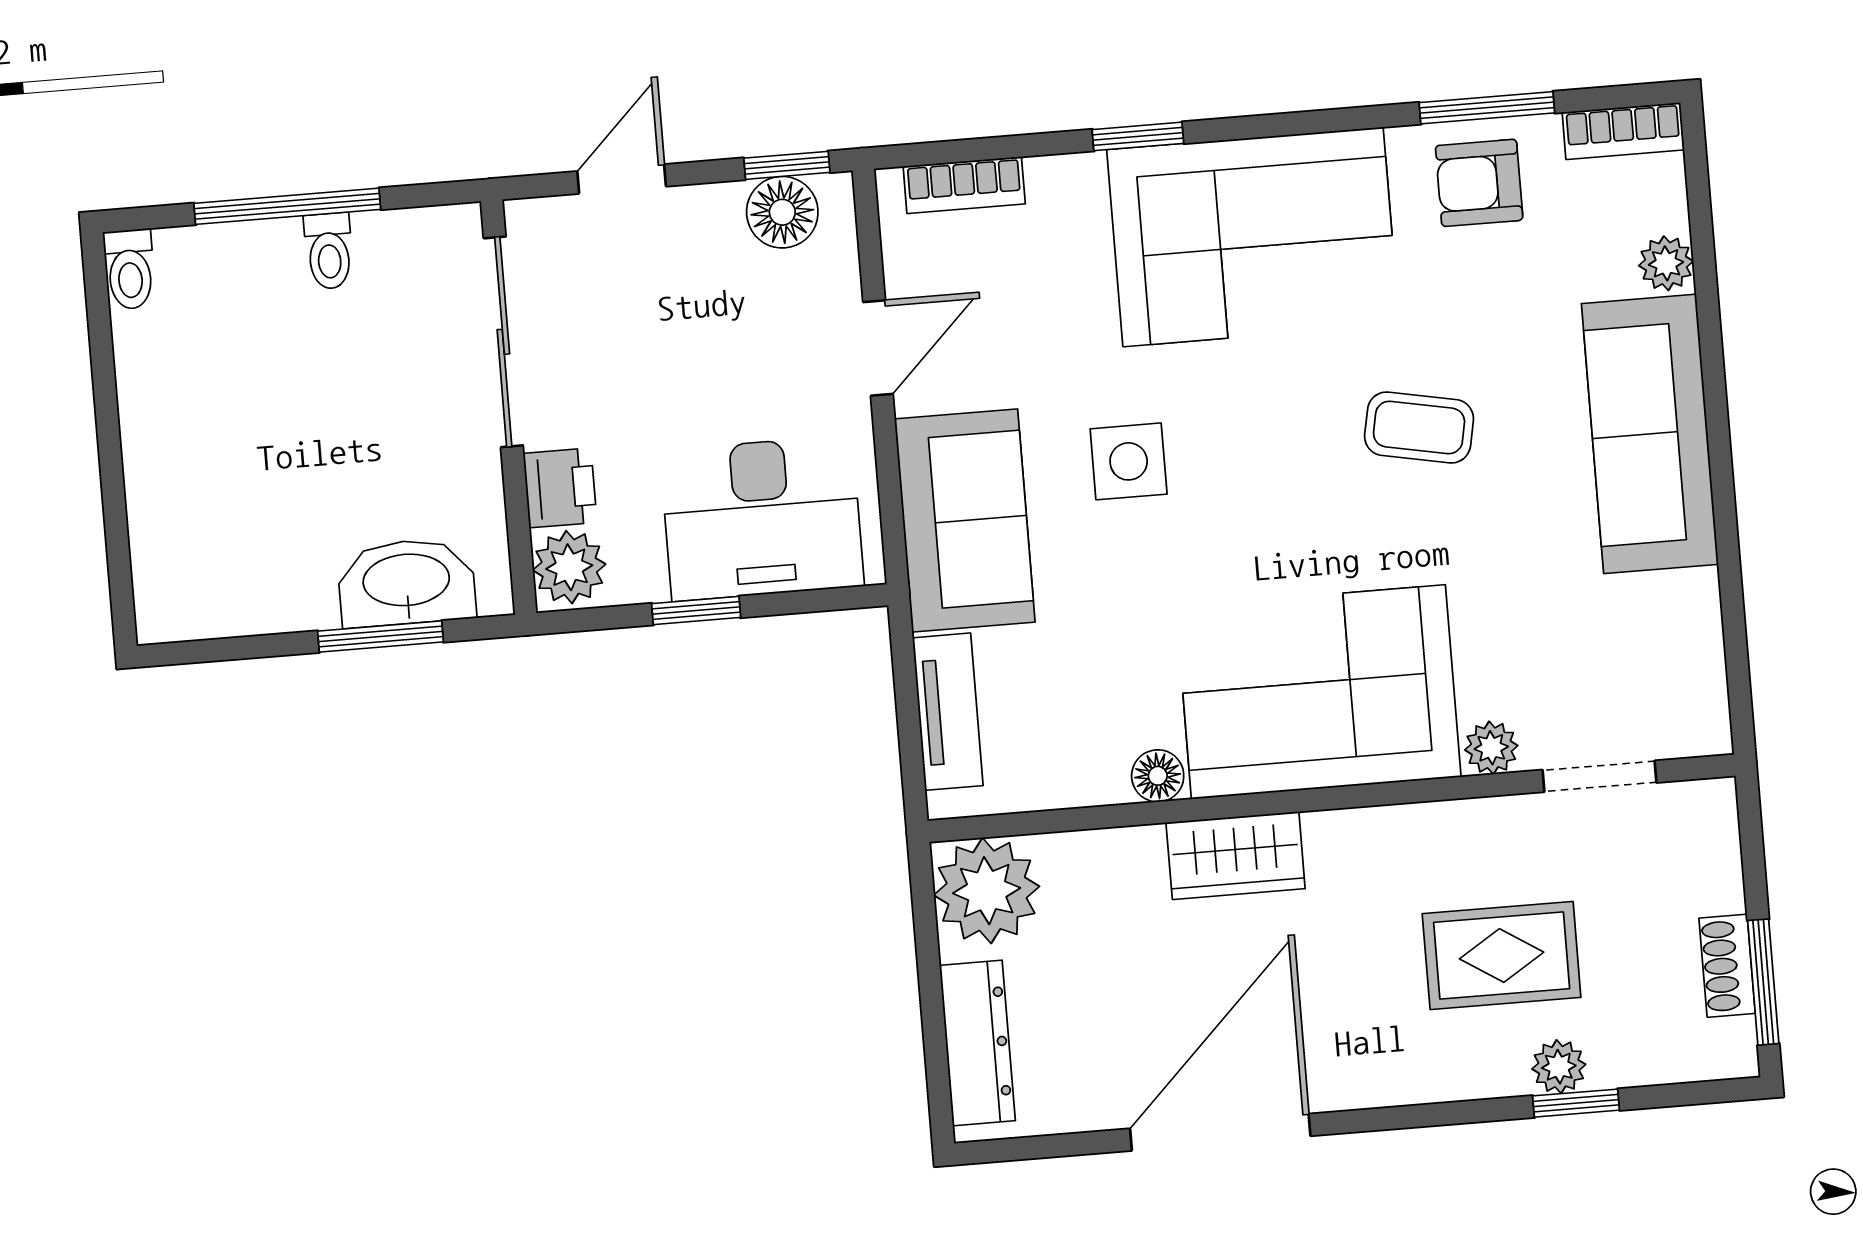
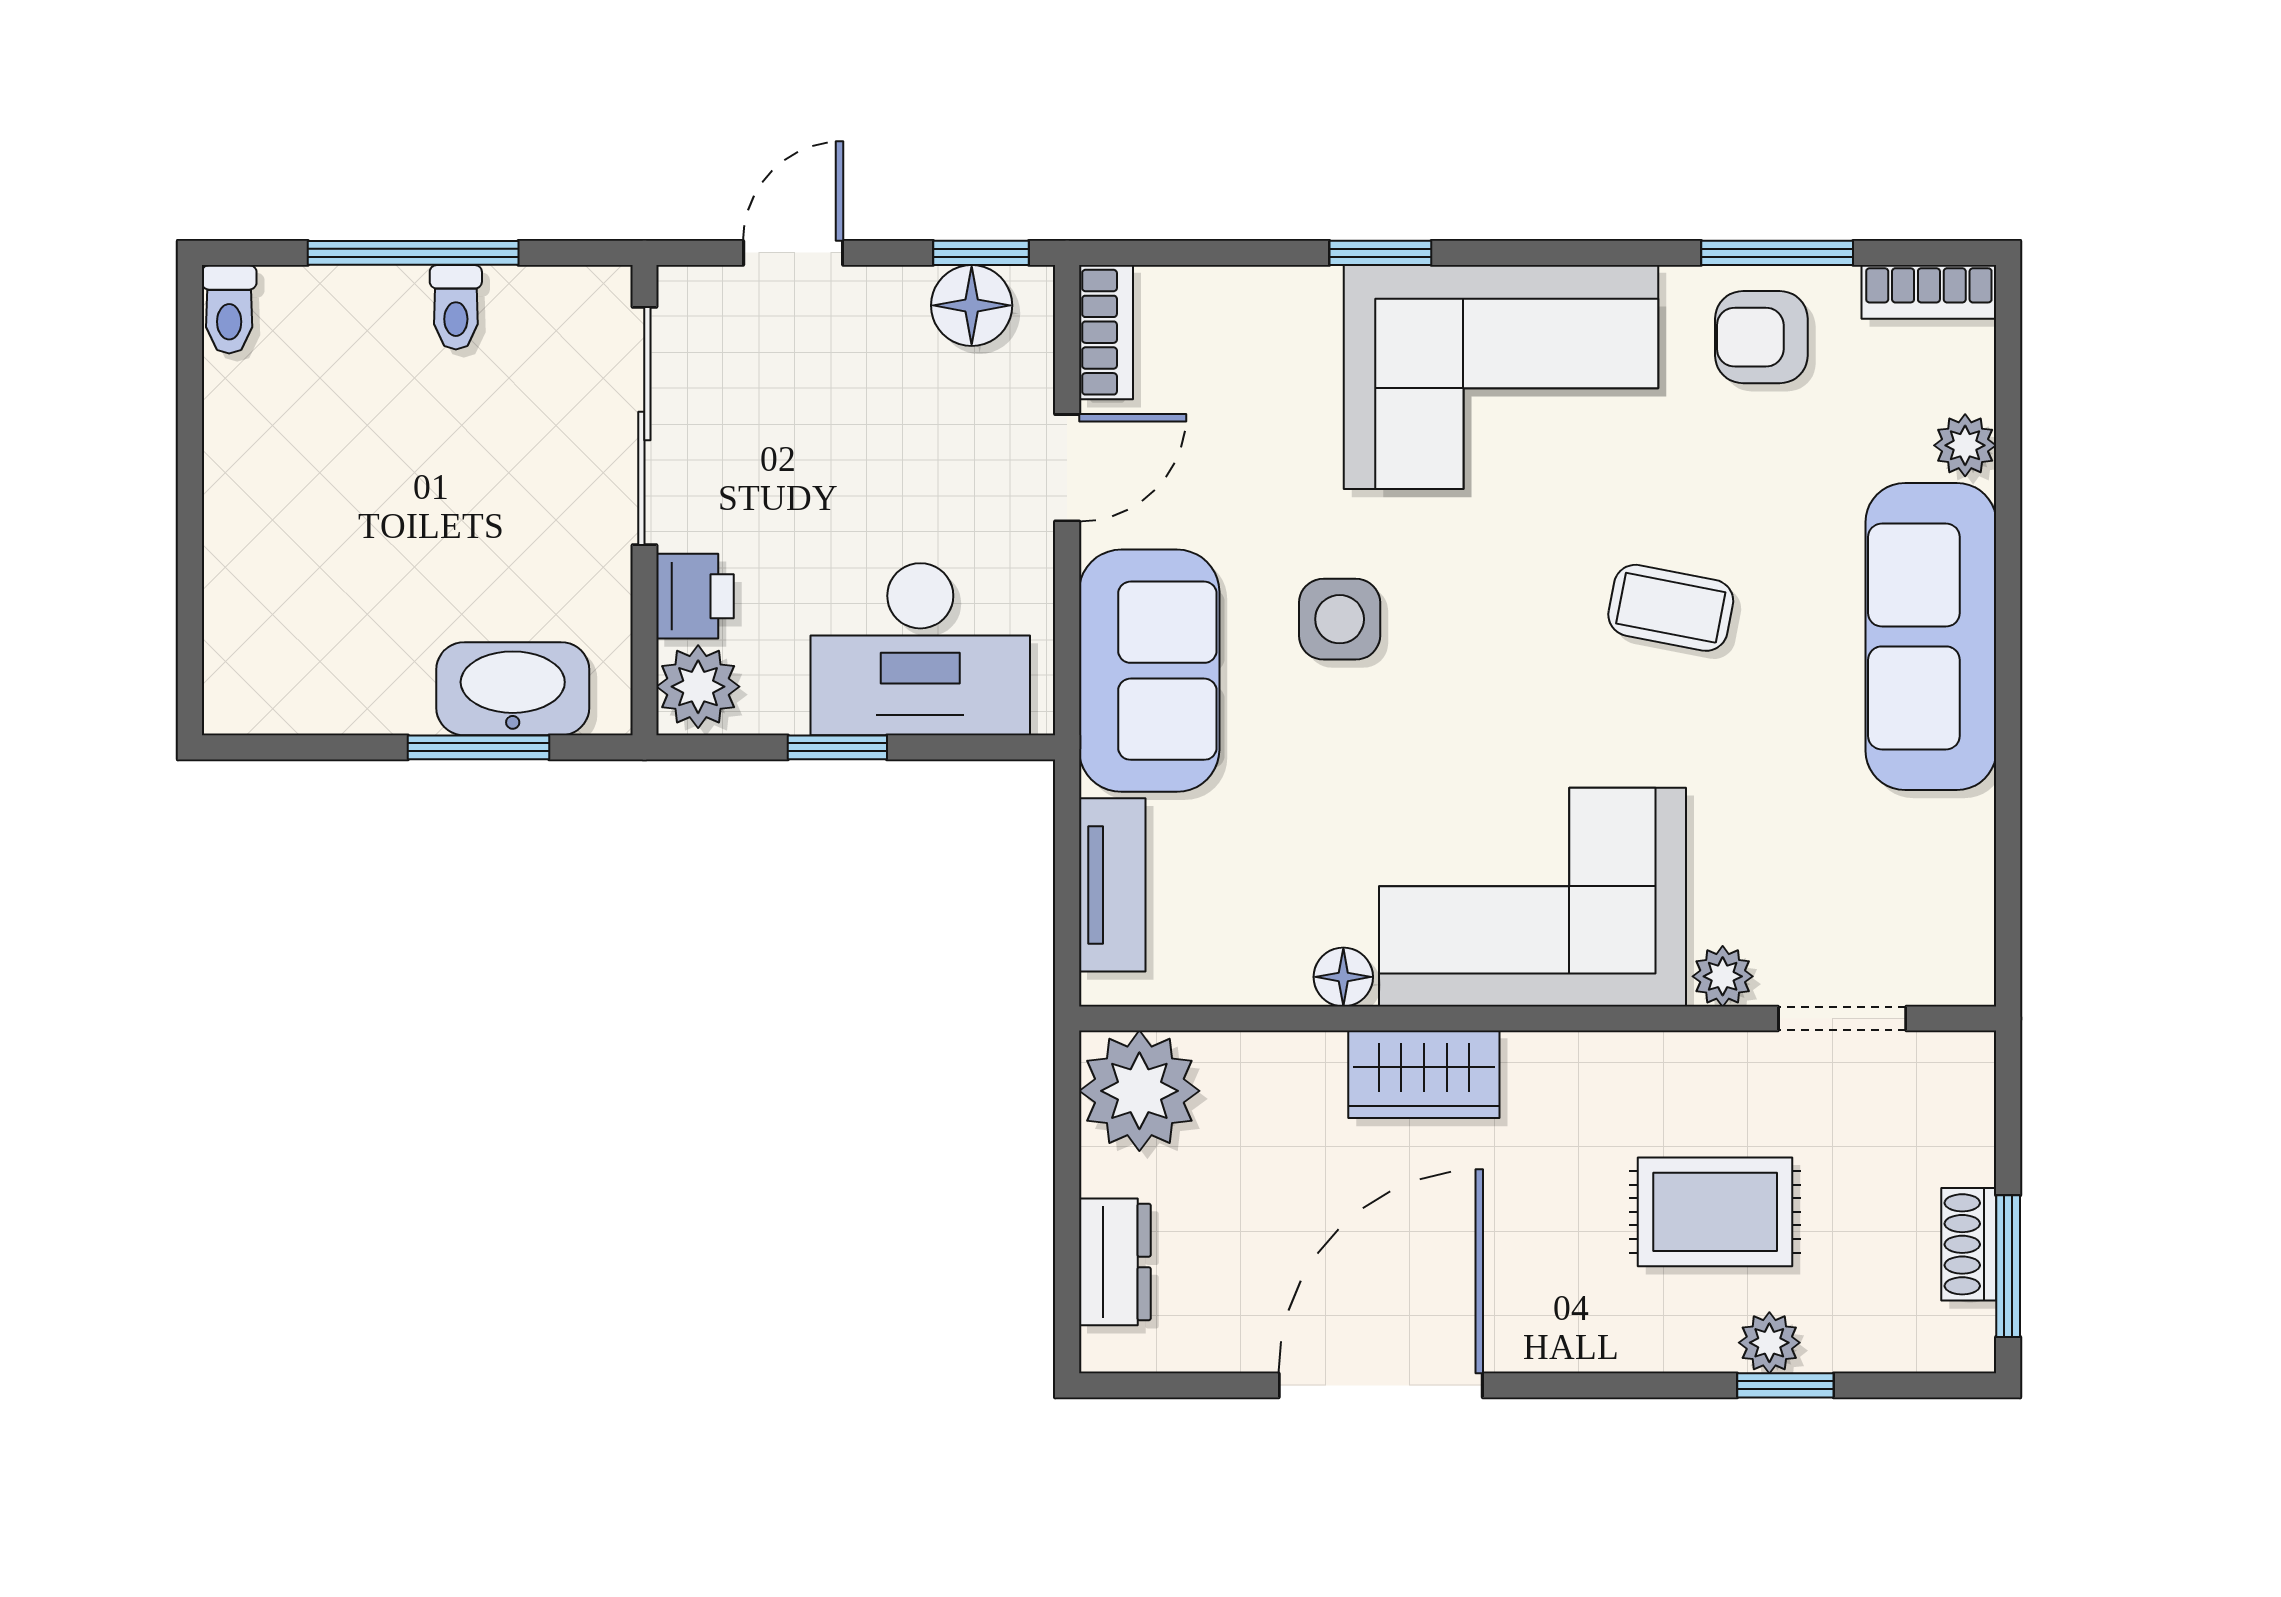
bookcase: (964, 185) -> (1106, 332), moved, turned -90
dresser: (977, 1043) -> (1115, 1262), width x0.70

